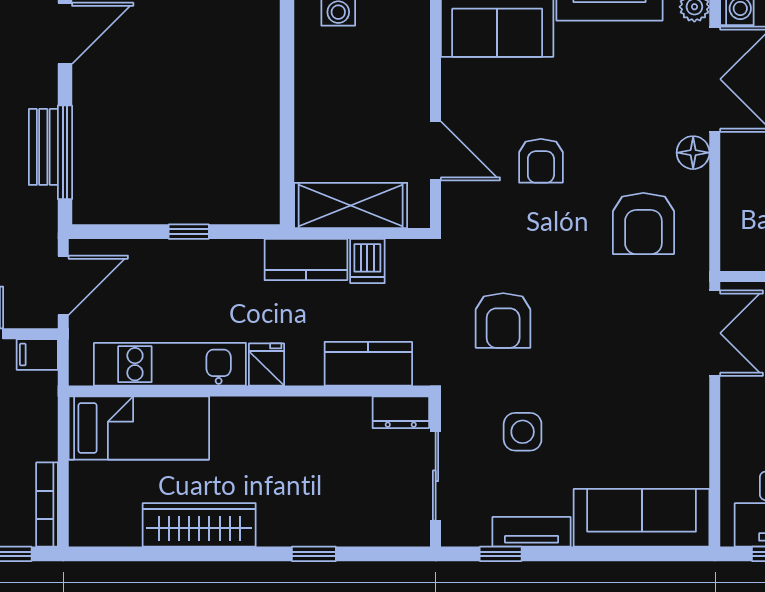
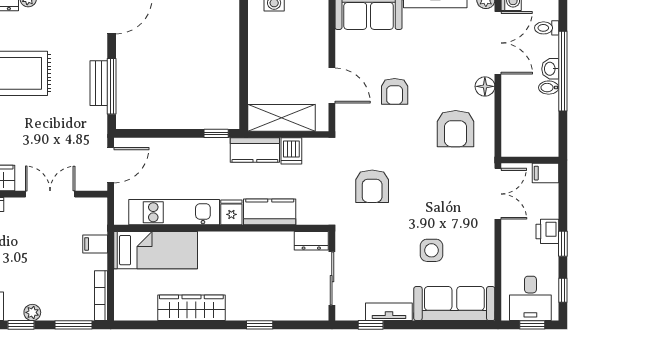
window: (189, 232) -> (216, 133), moved
filing cabinet: (37, 354) -> (95, 244), moved
kitchen counter: (368, 364) -> (270, 212), moved
side table: (523, 432) -> (431, 250), moved

